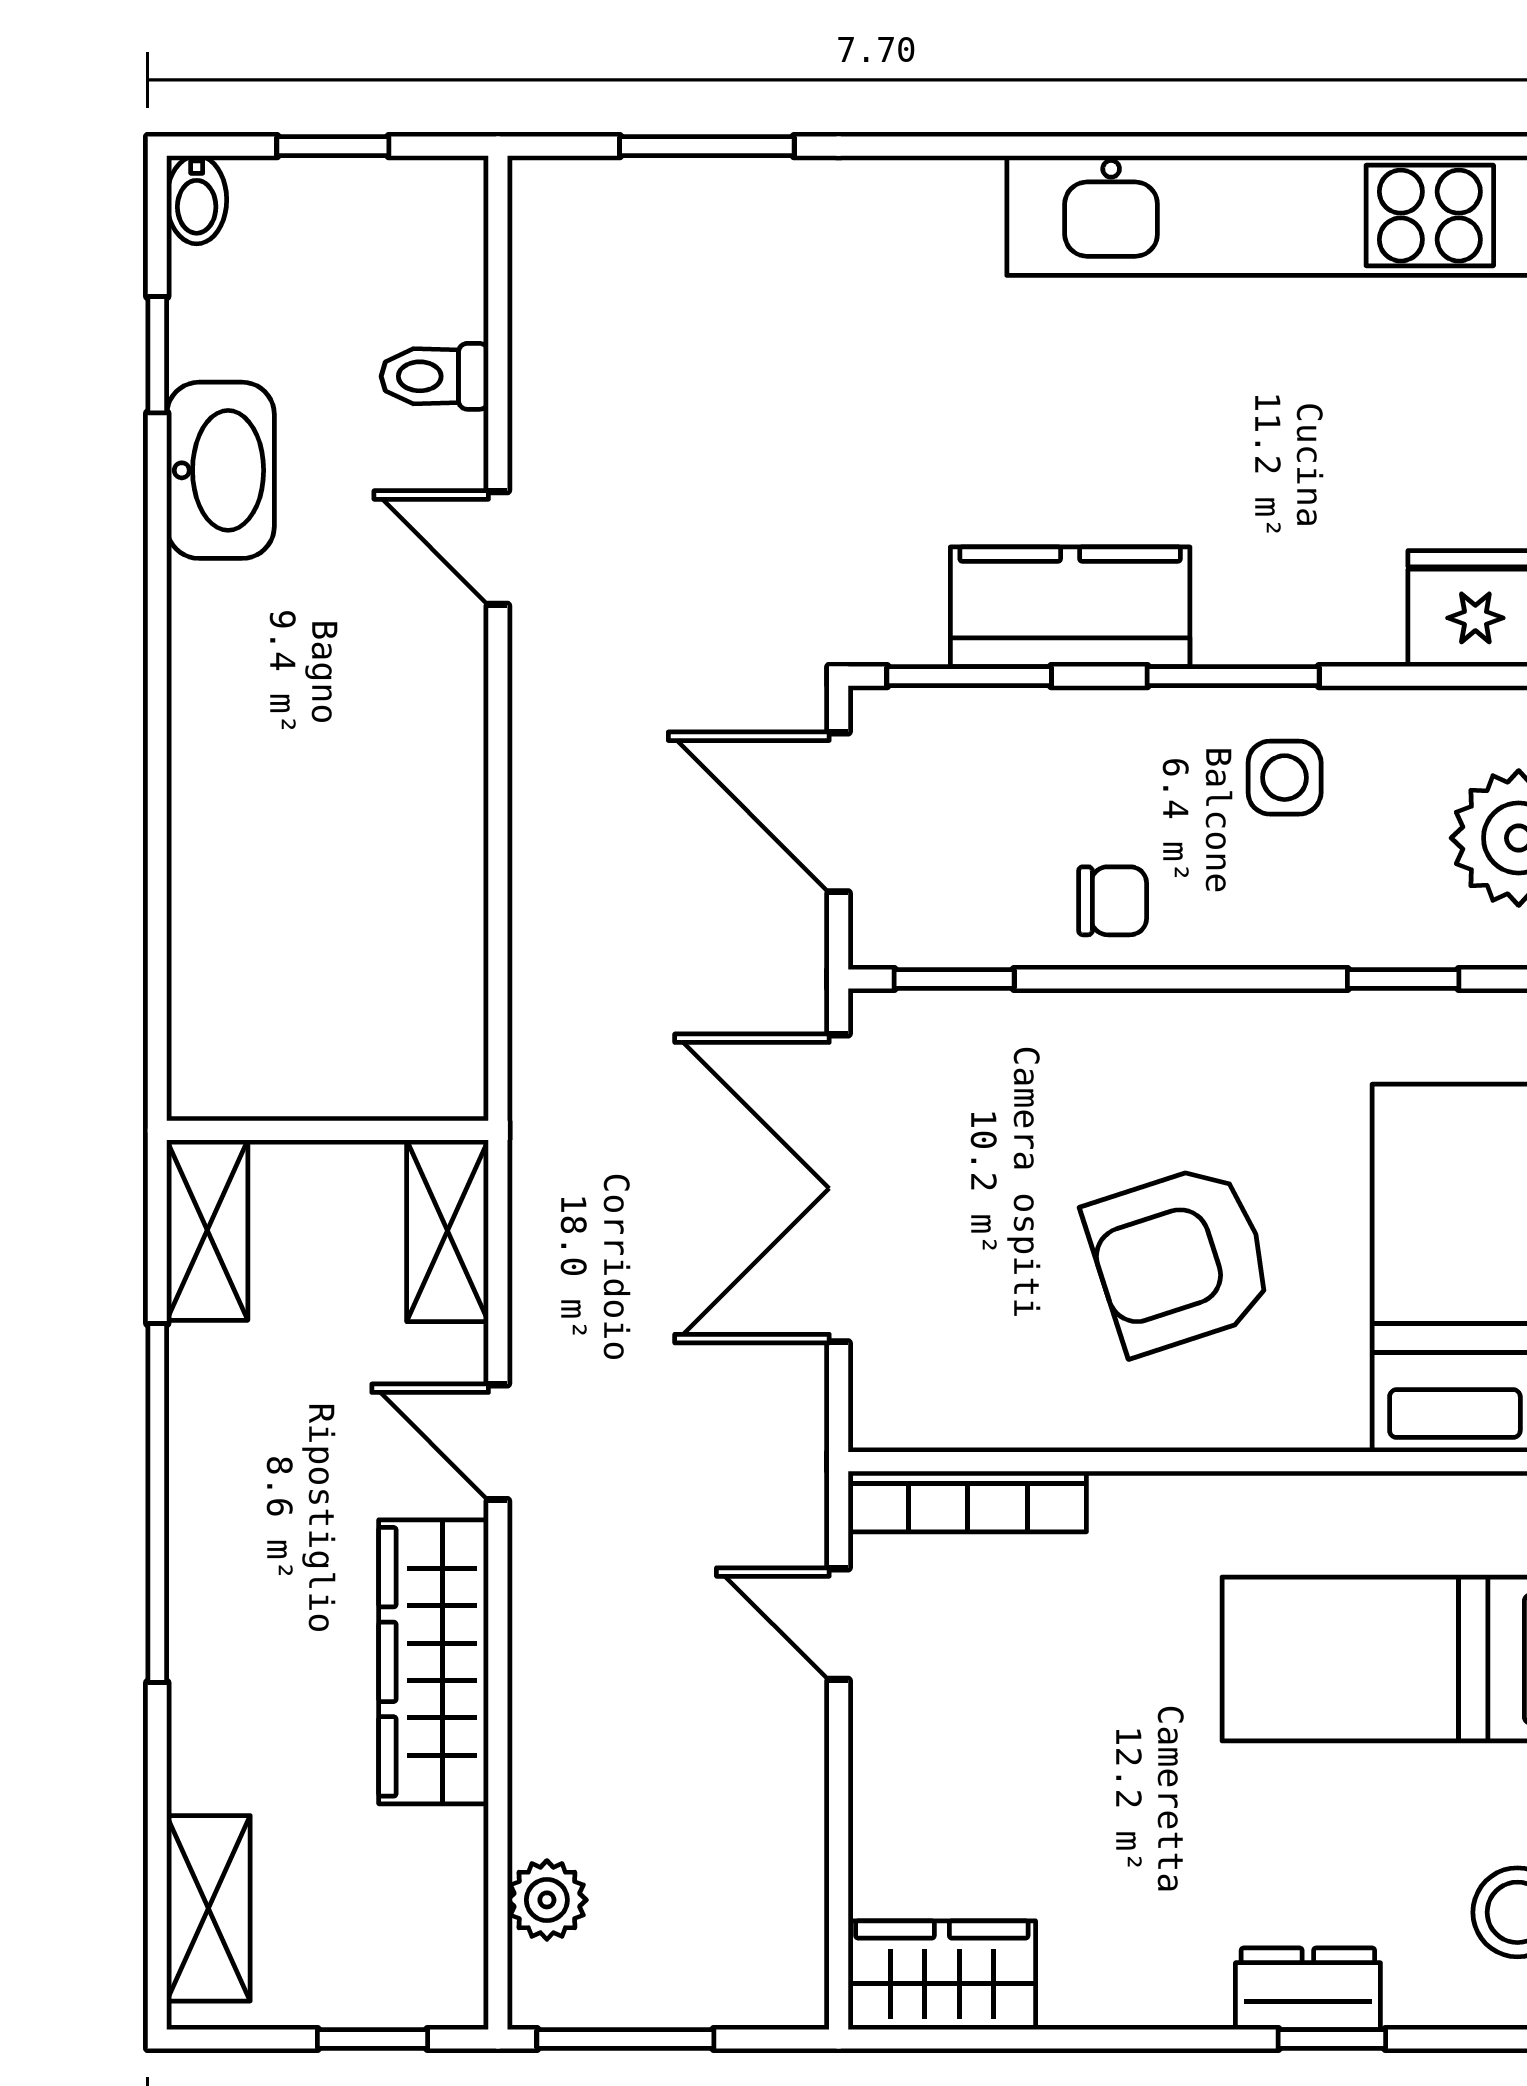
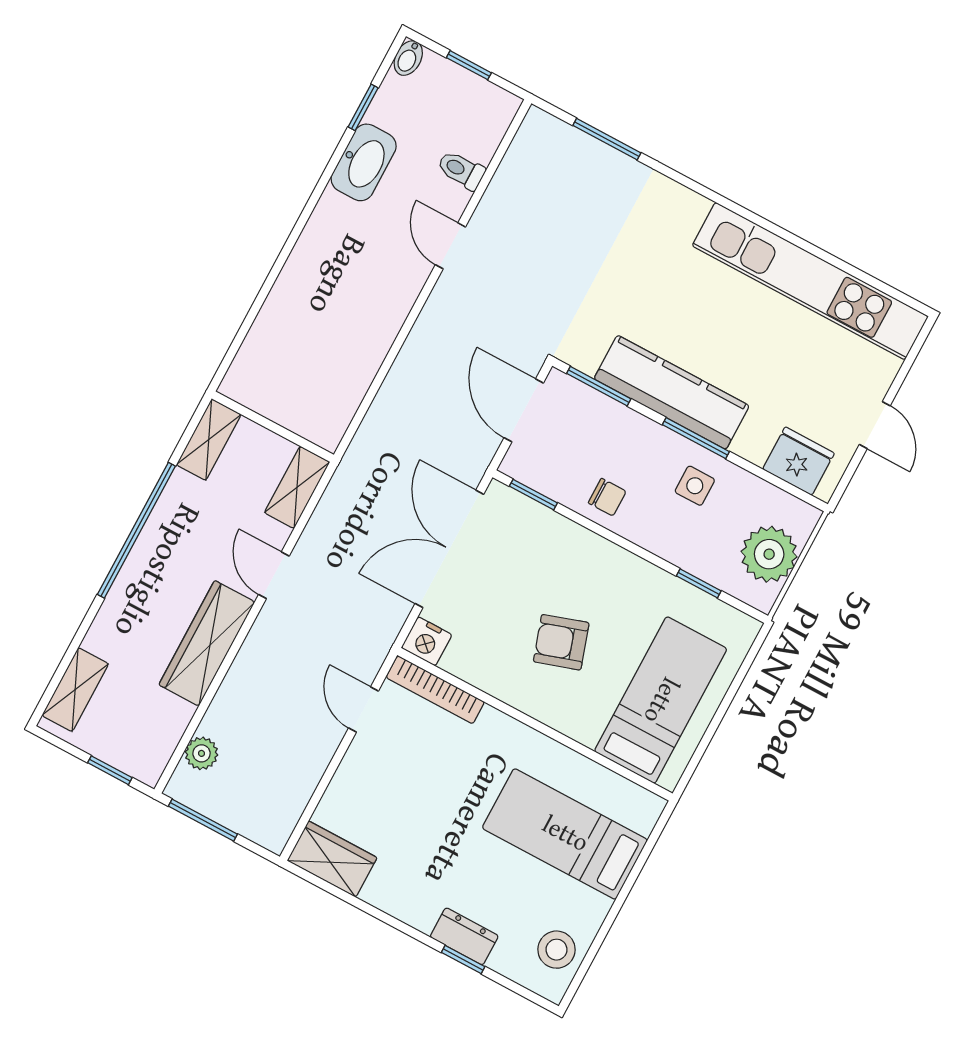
kitchen counter: (1070, 607) -> (672, 392), width x1.50
armchair: (1180, 1259) -> (561, 642), width x0.72, depth x0.72
nightstand: (895, 1409) -> (427, 641), added

